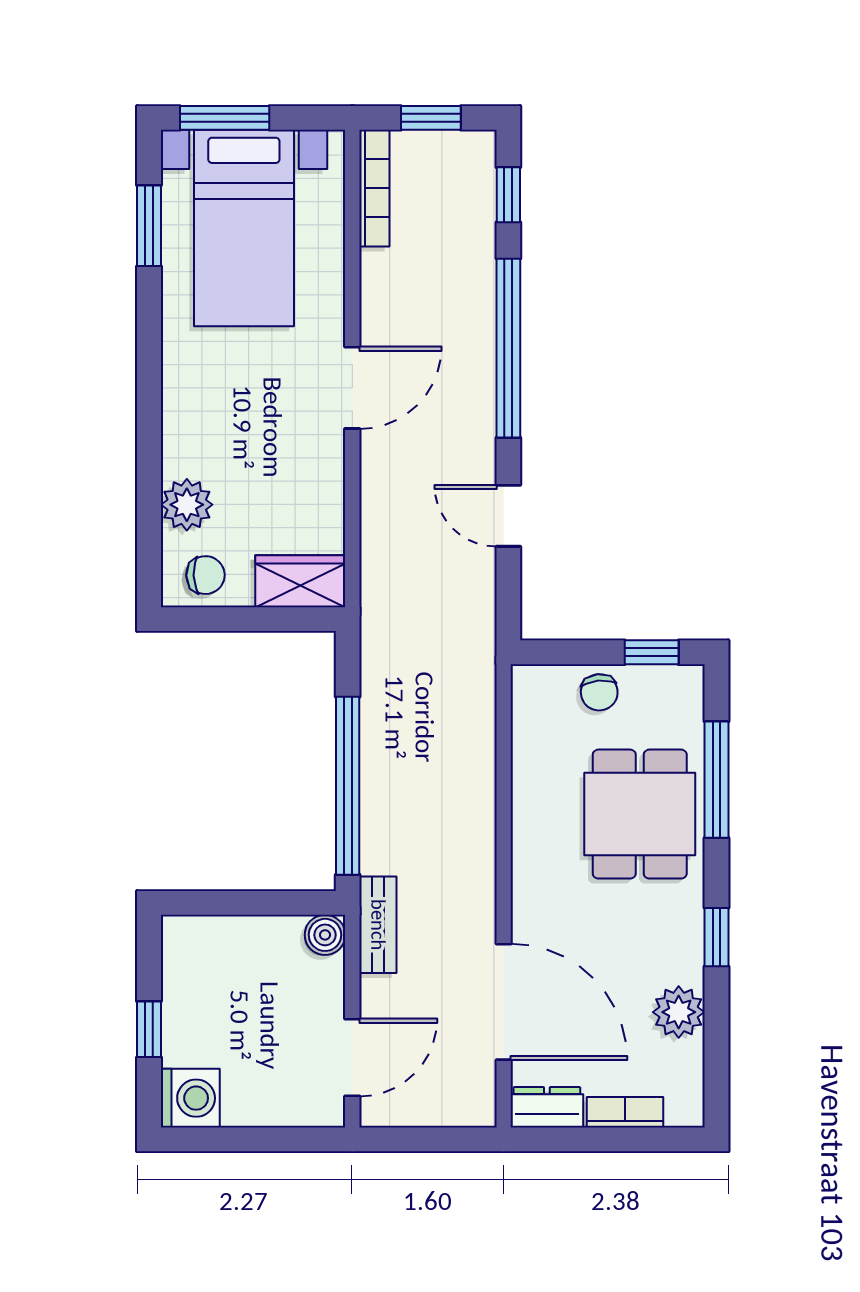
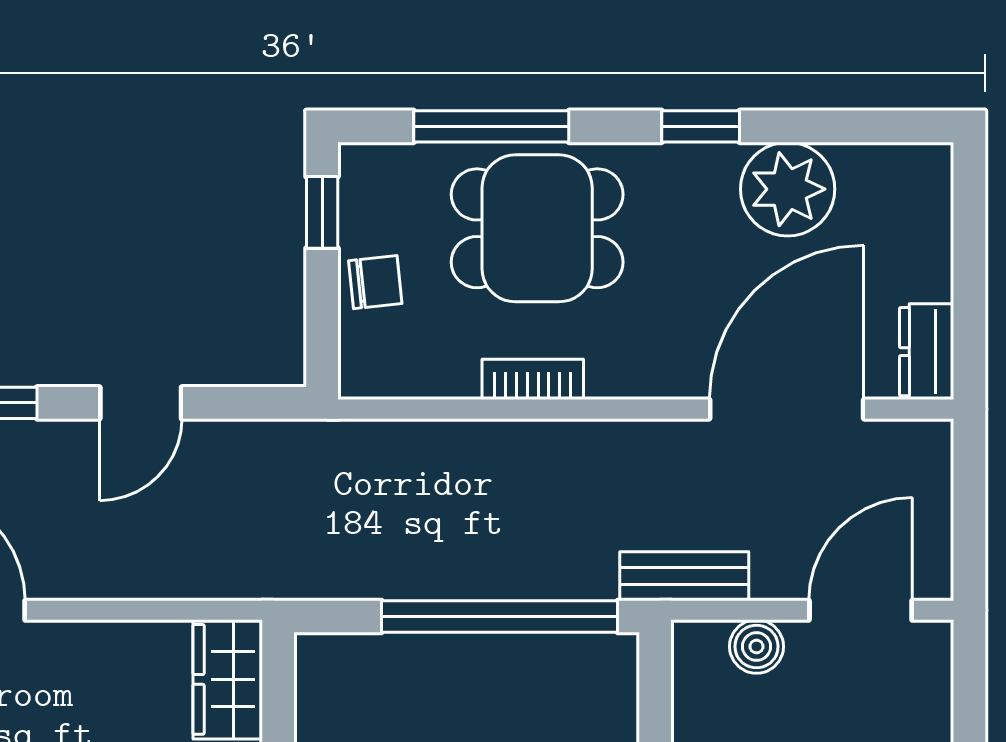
boiler: (325, 935) -> (756, 646), moved
plant: (679, 1012) -> (788, 189), width x1.36, depth x1.36
door: (352, 1058) -> (861, 610), hinge flipped
bookcase: (625, 1112) -> (533, 379), moved, turned 90

